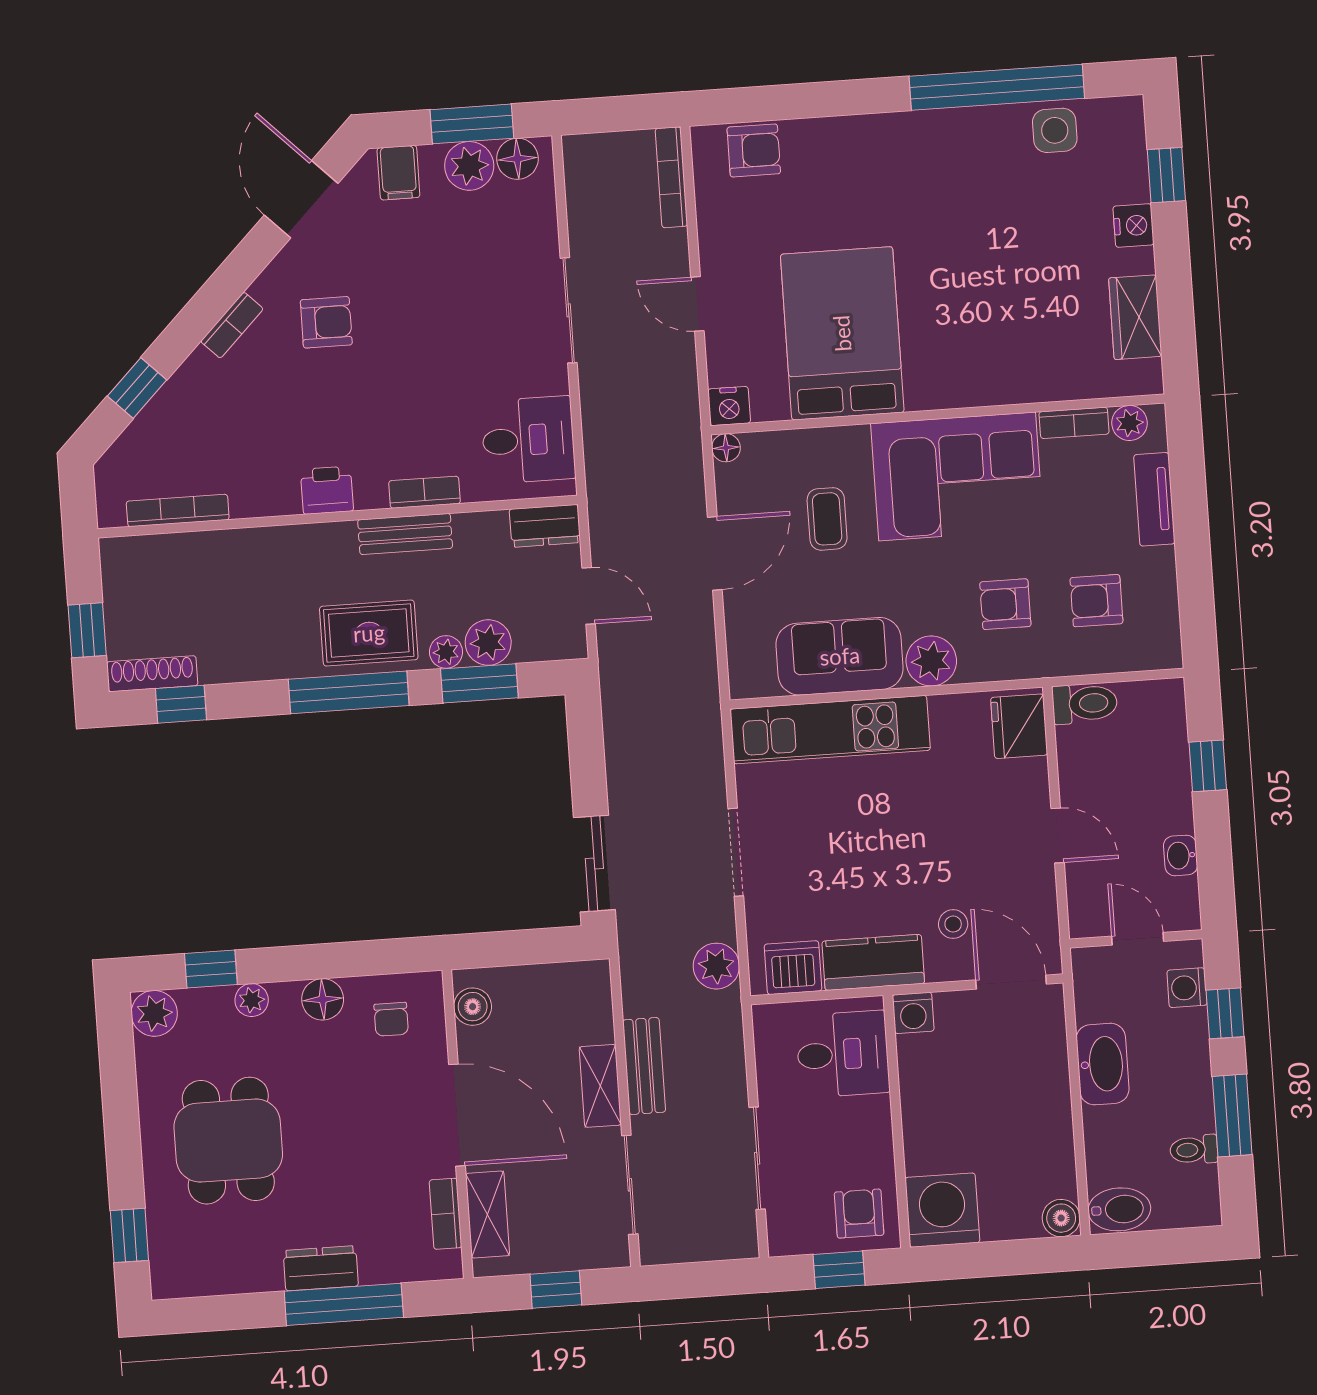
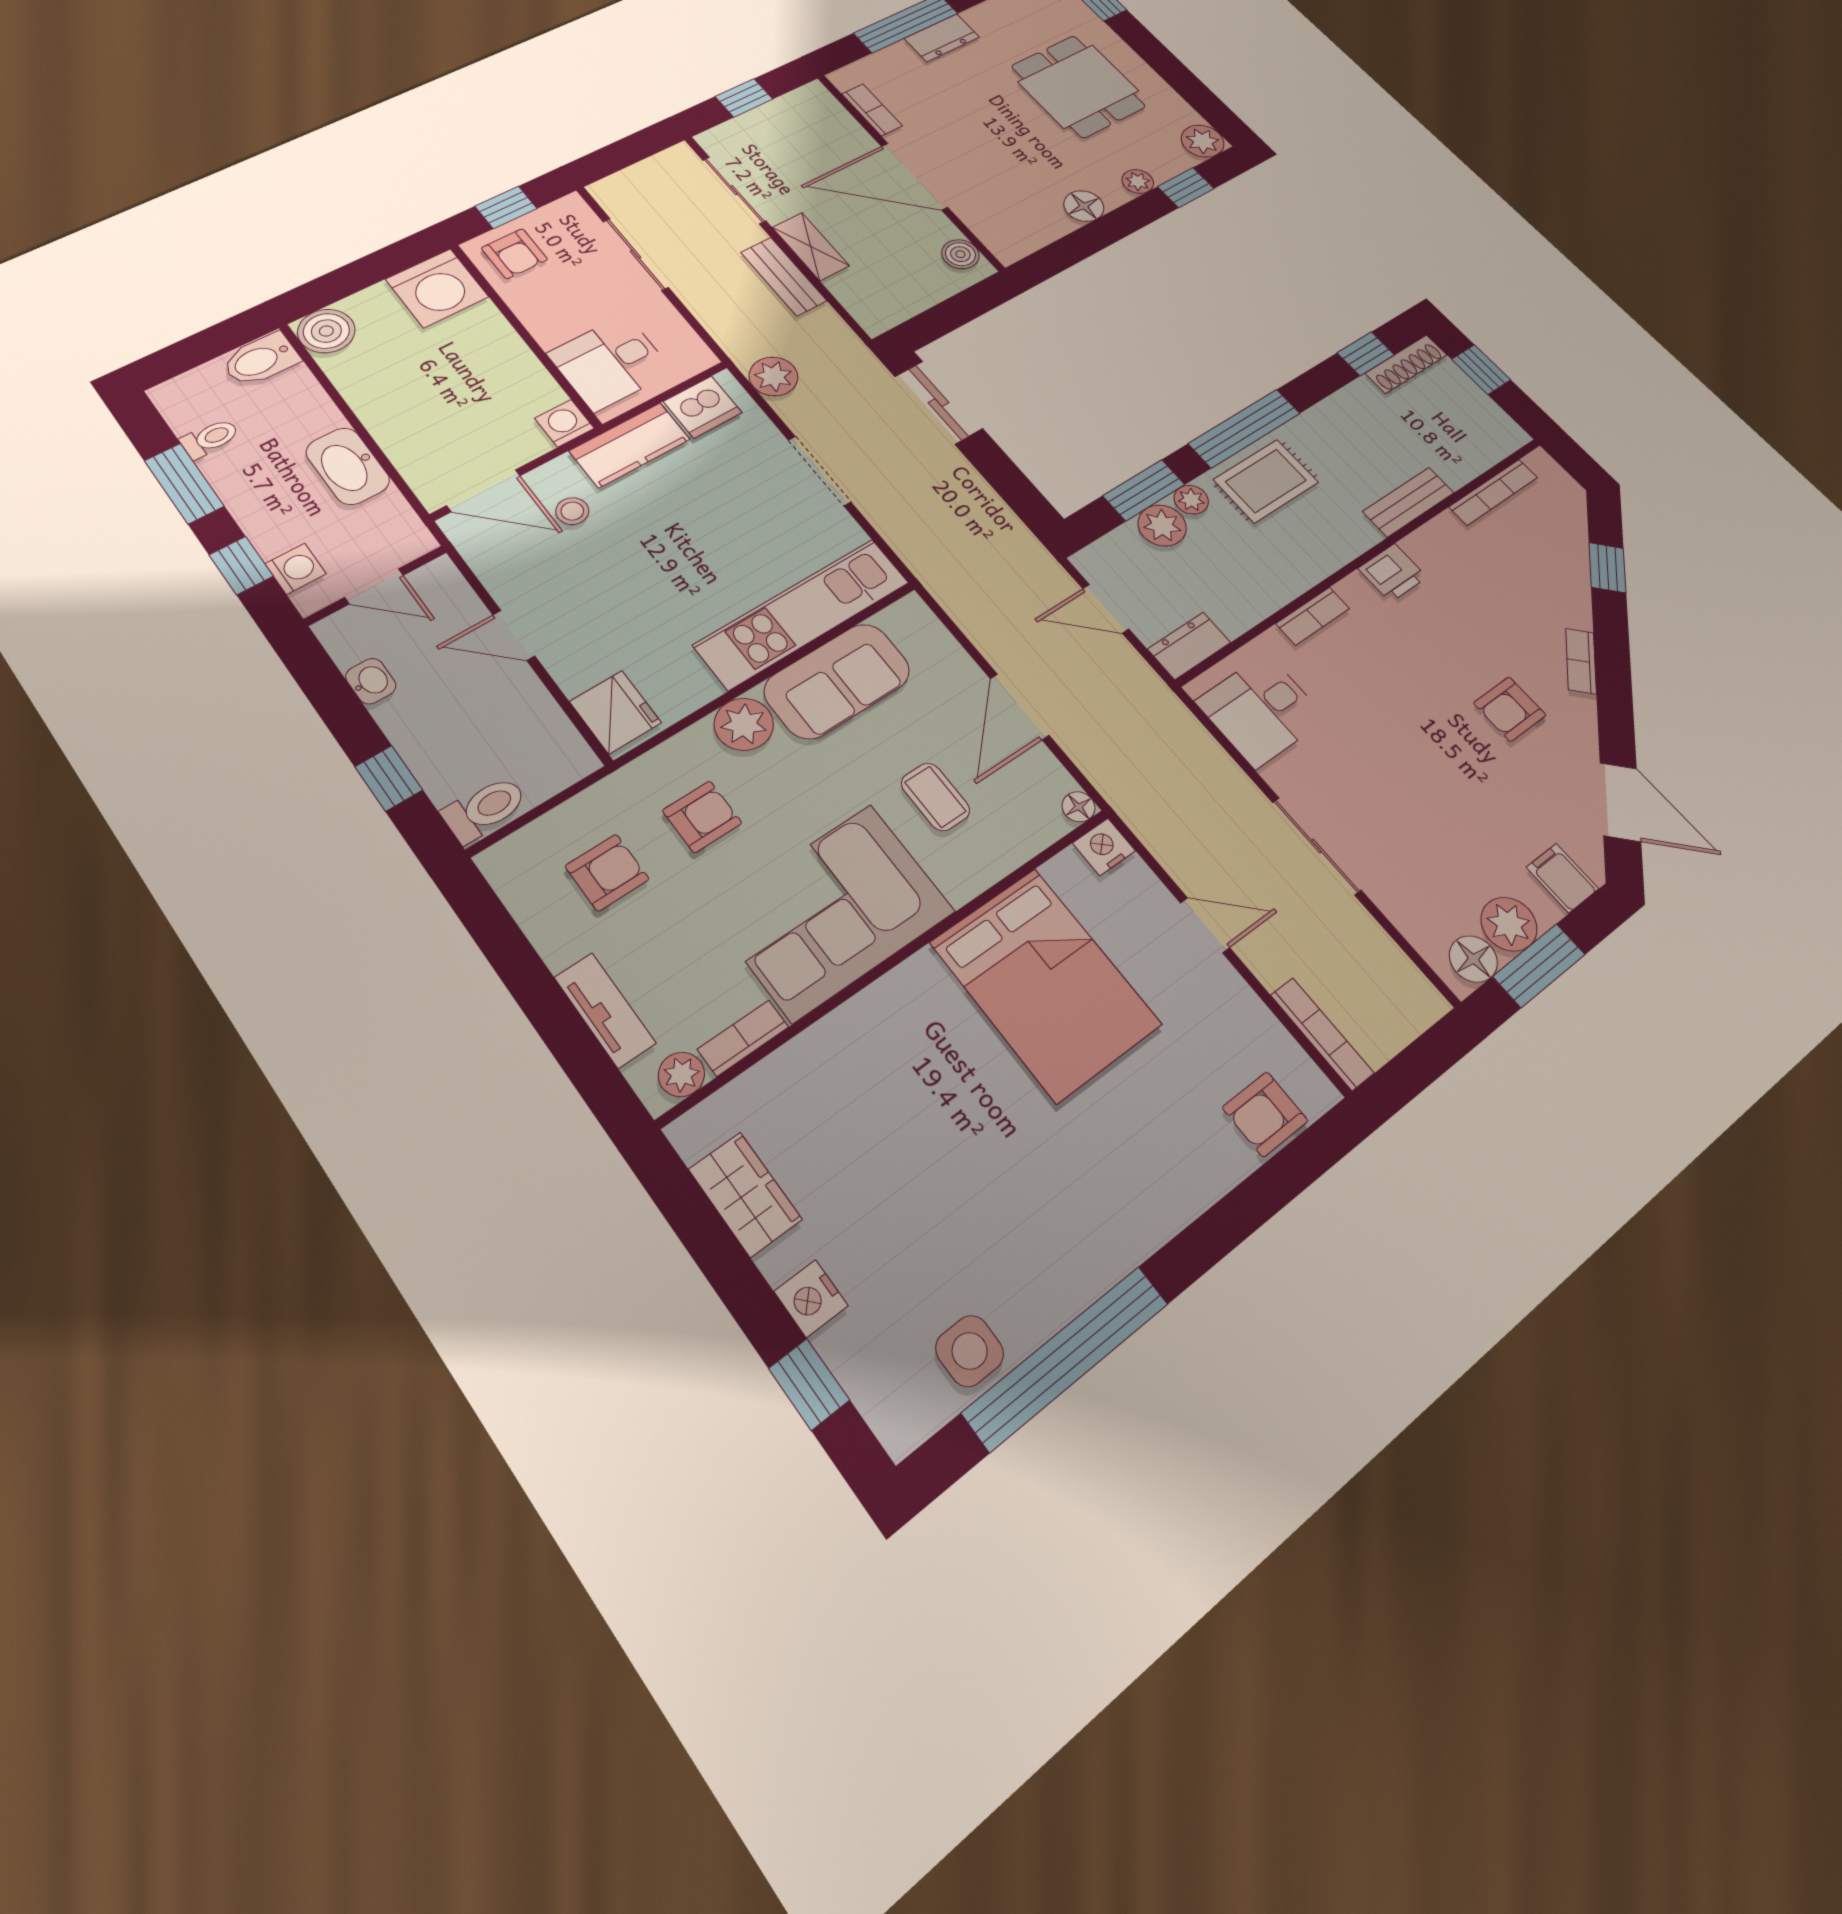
bench: (405, 534) -> (1408, 502), moved
toilet: (1085, 704) -> (485, 809), moved, turned 180
chair: (391, 1019) -> (1019, 217), removed
shelving: (487, 1215) -> (838, 123), removed
boiler: (1061, 1218) -> (326, 331), width x1.36, depth x1.36

